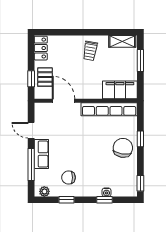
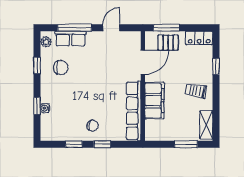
window: (68, 32) -> (216, 66), added
window: (31, 79) -> (166, 28), width x1.50
filing cabinet: (120, 90) -> (154, 101), moved
chair: (123, 148) -> (93, 126), width x0.54, depth x0.54
row of seats: (41, 154) -> (71, 39), moved
chair: (68, 178) -> (61, 68), turned 93
window: (140, 183) -> (74, 144), moved

